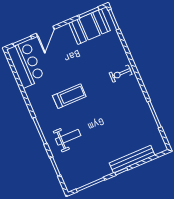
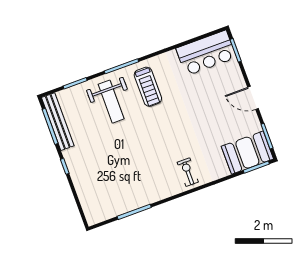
booth: (90, 27) -> (247, 153), moved, turned 90
door: (45, 31) -> (253, 98), moved
treadmill: (69, 96) -> (148, 87), moved
weight bench: (68, 137) -> (111, 102), width x1.36, depth x1.33
bench: (132, 159) -> (58, 122), moved

